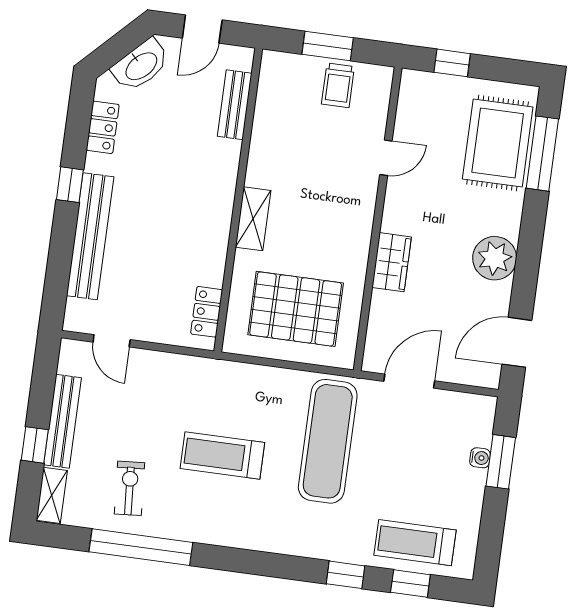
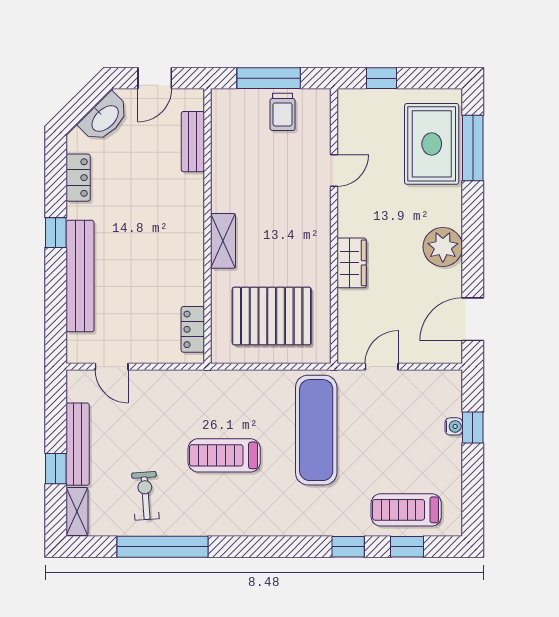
window: (328, 46) -> (269, 78), width x1.44
door: (409, 381) -> (382, 367), width x0.73
window: (501, 462) -> (473, 427), width x0.67

